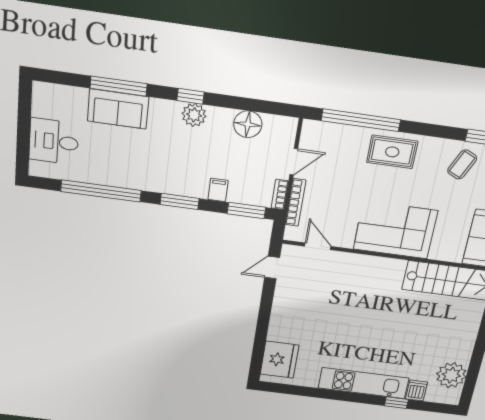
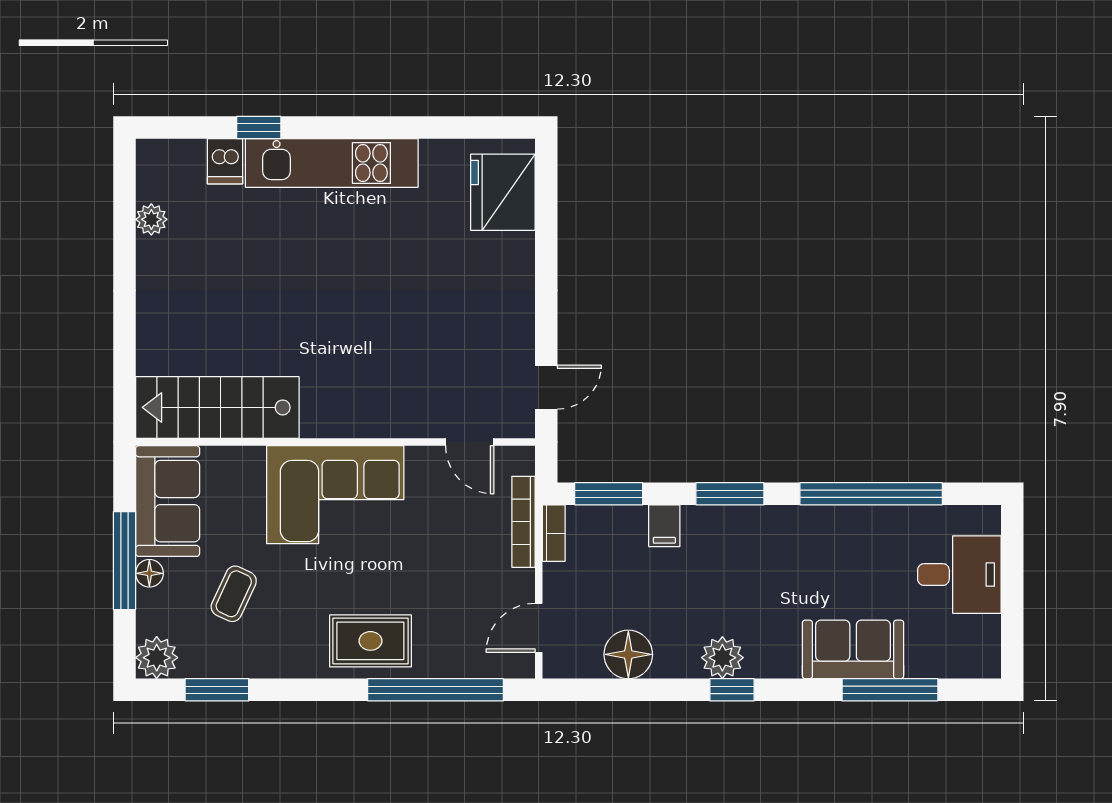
window: (119, 86) -> (890, 690), moved
door: (294, 162) -> (539, 628), moved
coffee table: (462, 164) -> (234, 594), moved
plant: (451, 375) -> (151, 219), width x0.53, depth x0.53

